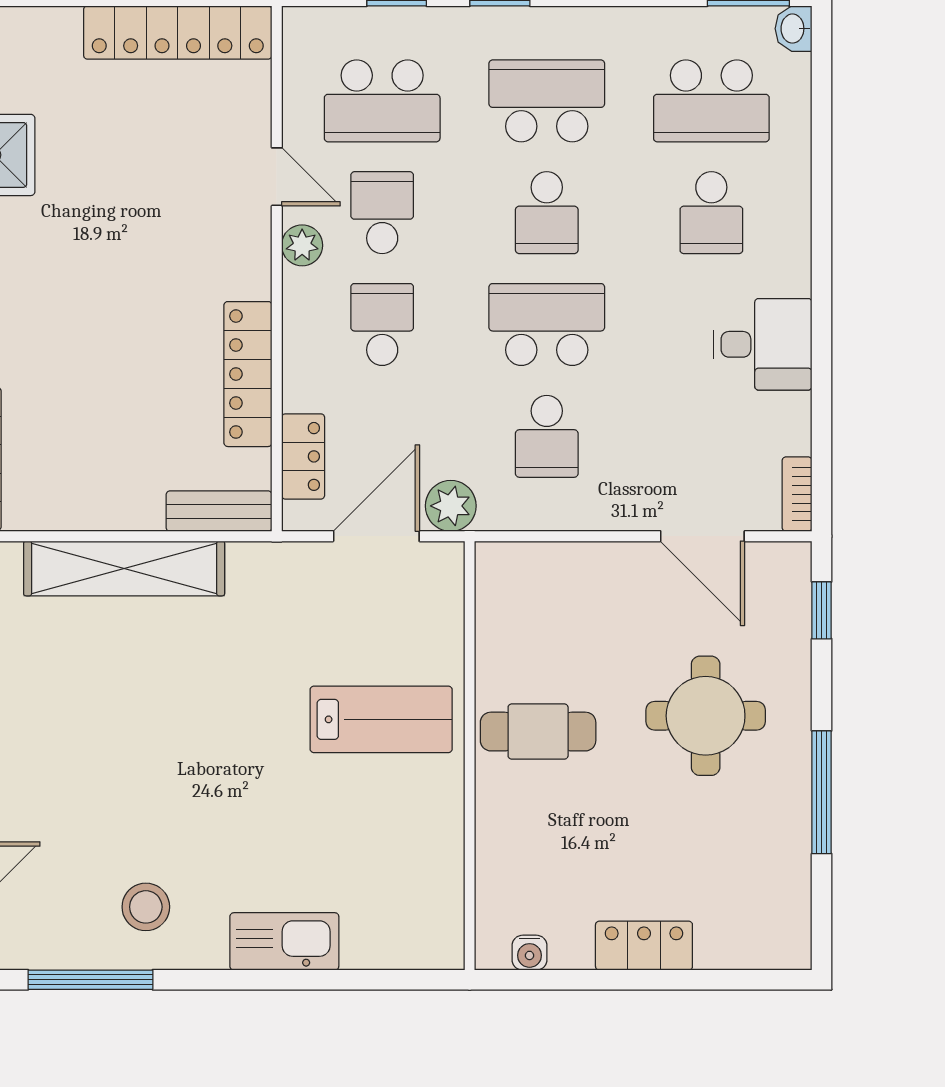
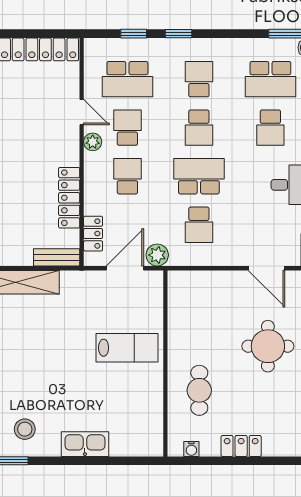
school desk: (547, 101) -> (199, 79), width x0.54
cafe table: (538, 732) -> (199, 390), moved, turned 90

